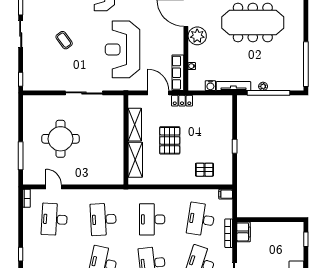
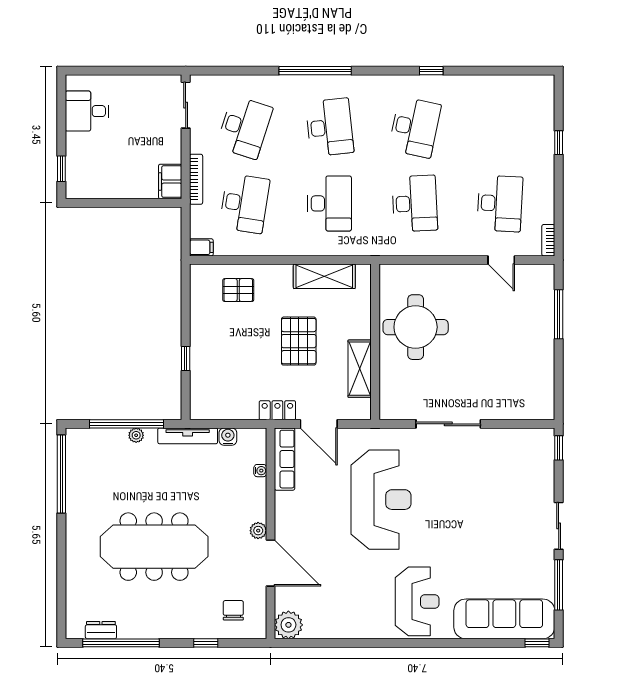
plant: (197, 36) -> (258, 531), width x0.53, depth x0.53
coffee table: (64, 40) -> (483, 516), removed
round table: (61, 139) -> (416, 327), moved
window: (235, 146) -> (186, 358), moved
shelving: (135, 160) -> (324, 276), moved, turned 90

